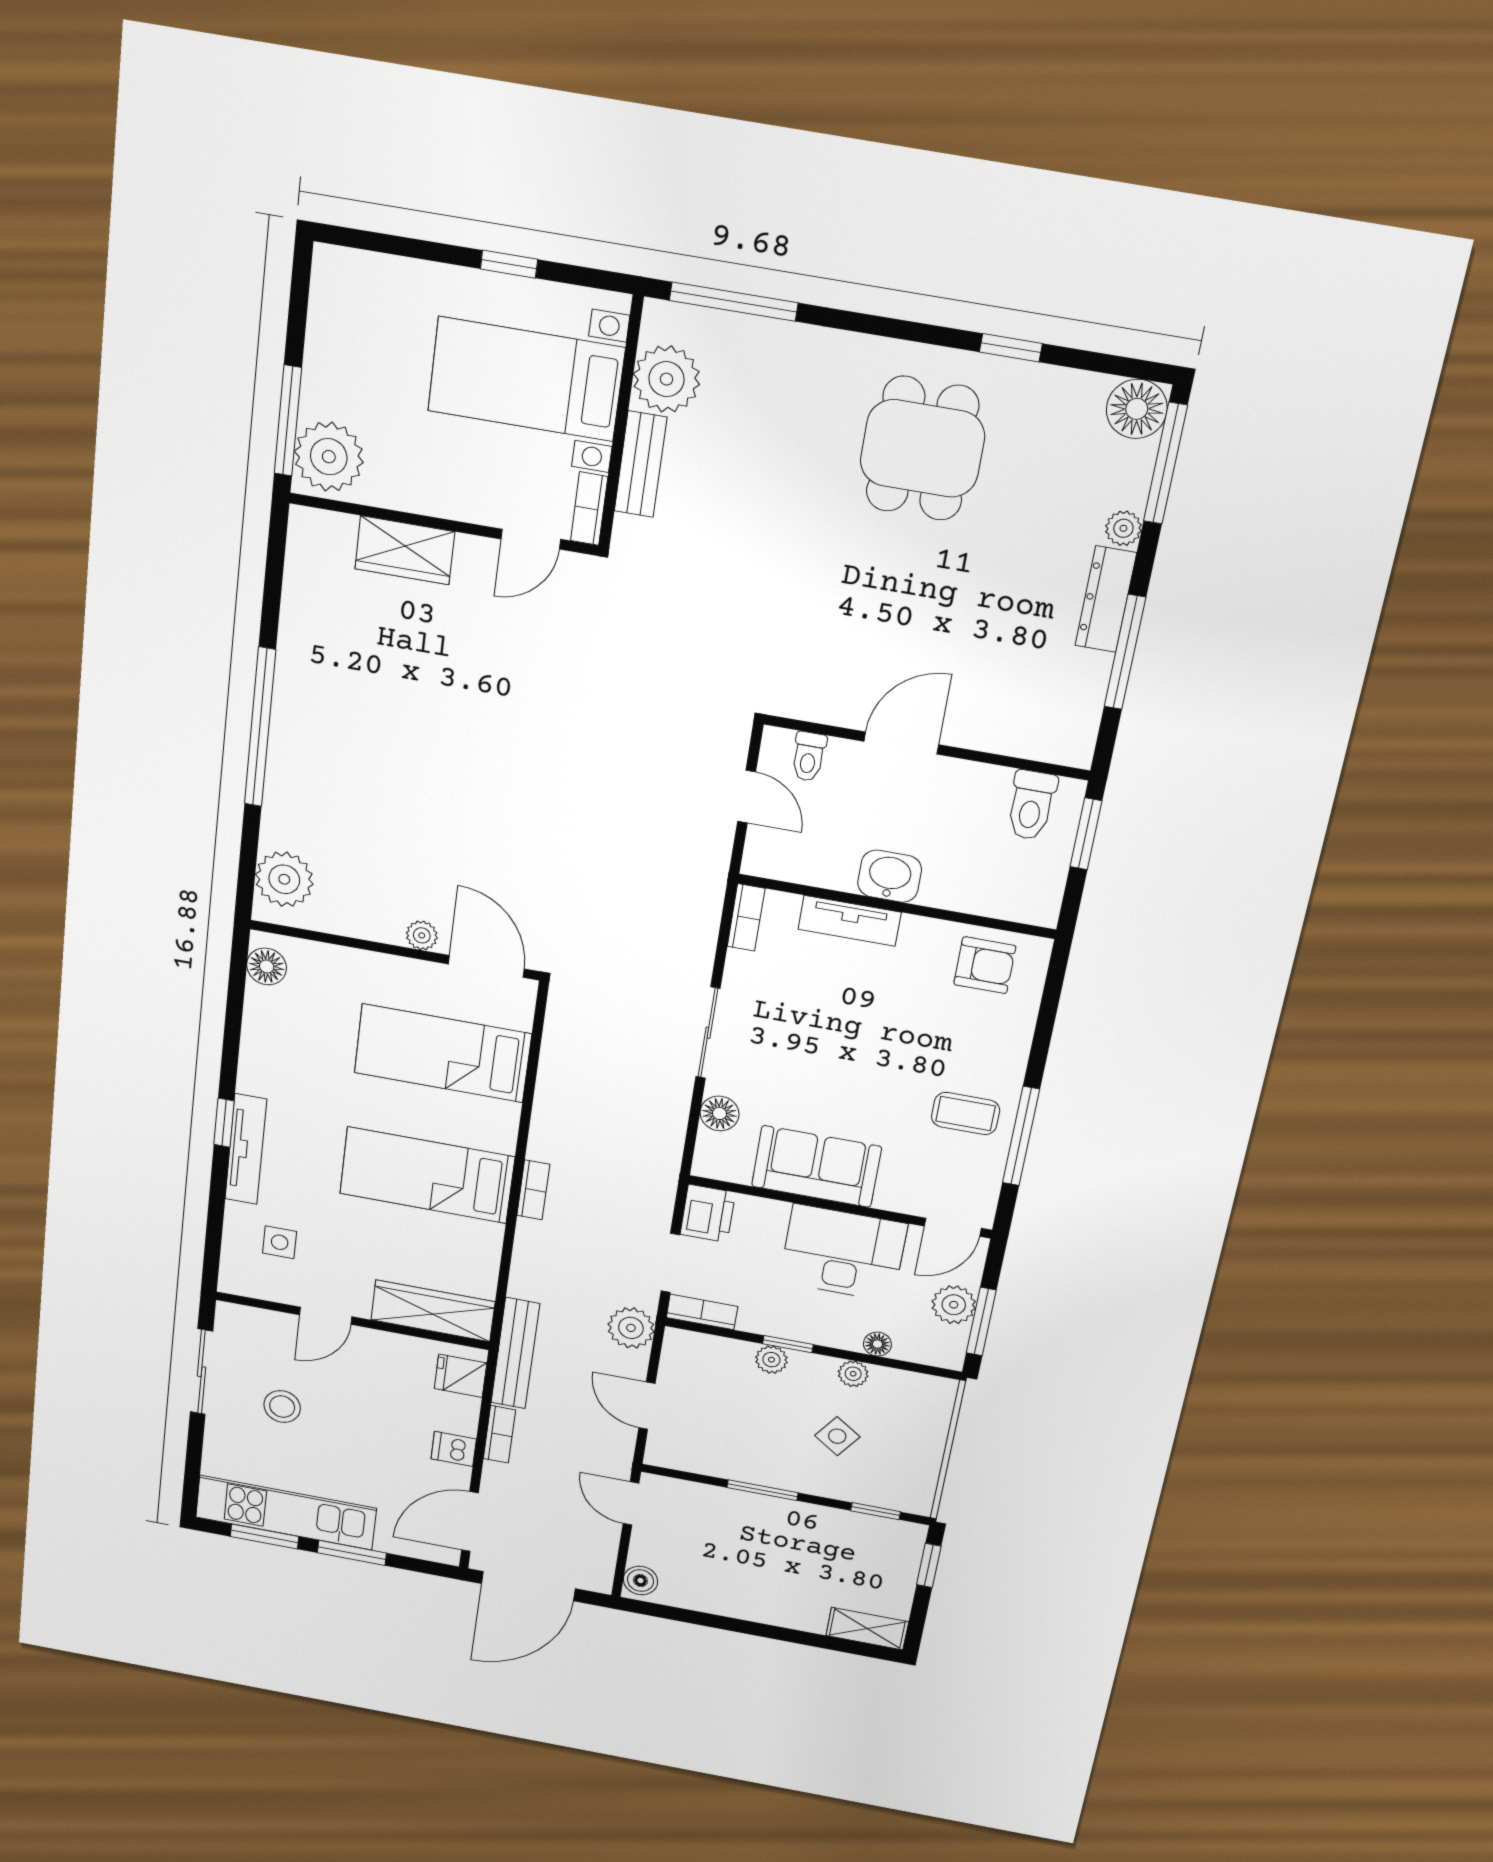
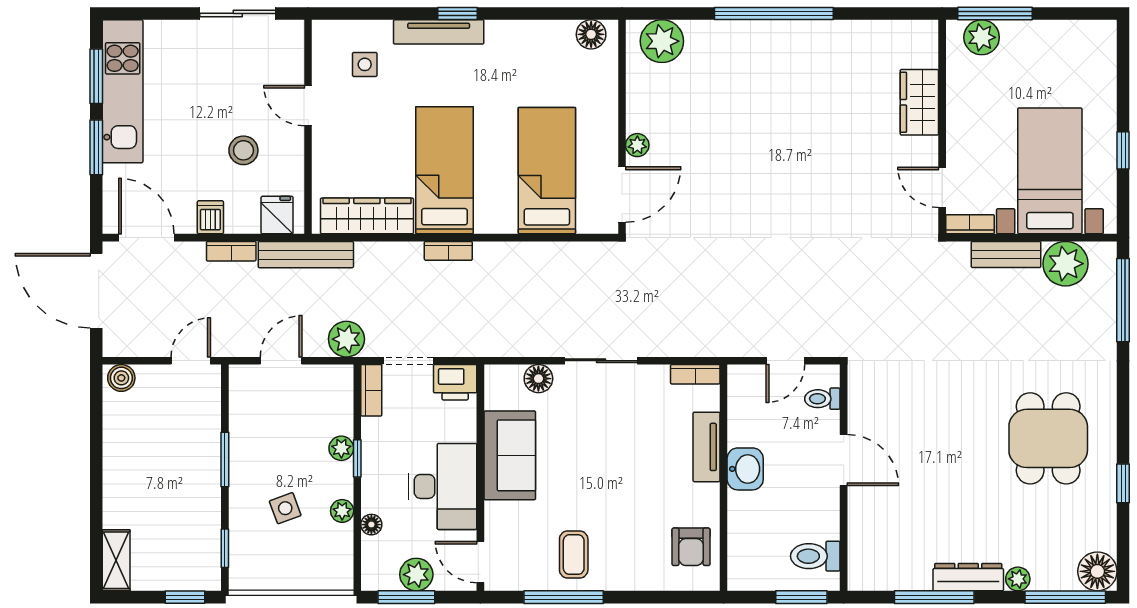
dining table: (922, 448) -> (1048, 438), turned 90
plant: (329, 457) -> (982, 37), width x0.73, depth x0.73
wardrobe: (433, 1311) -> (367, 216), moved, turned -90
stool: (282, 1406) -> (243, 150), moved
side table: (837, 1436) -> (285, 508), turned 35

